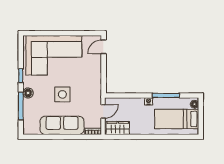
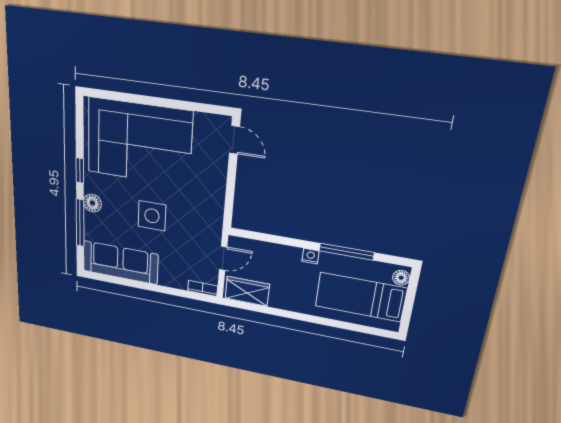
door: (104, 47) -> (234, 140), swing flipped
sofa: (62, 125) -> (120, 263), moved

